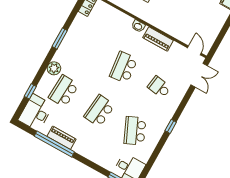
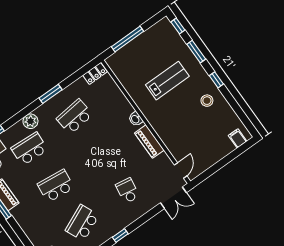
school desk: (124, 67) -> (75, 117), moved

